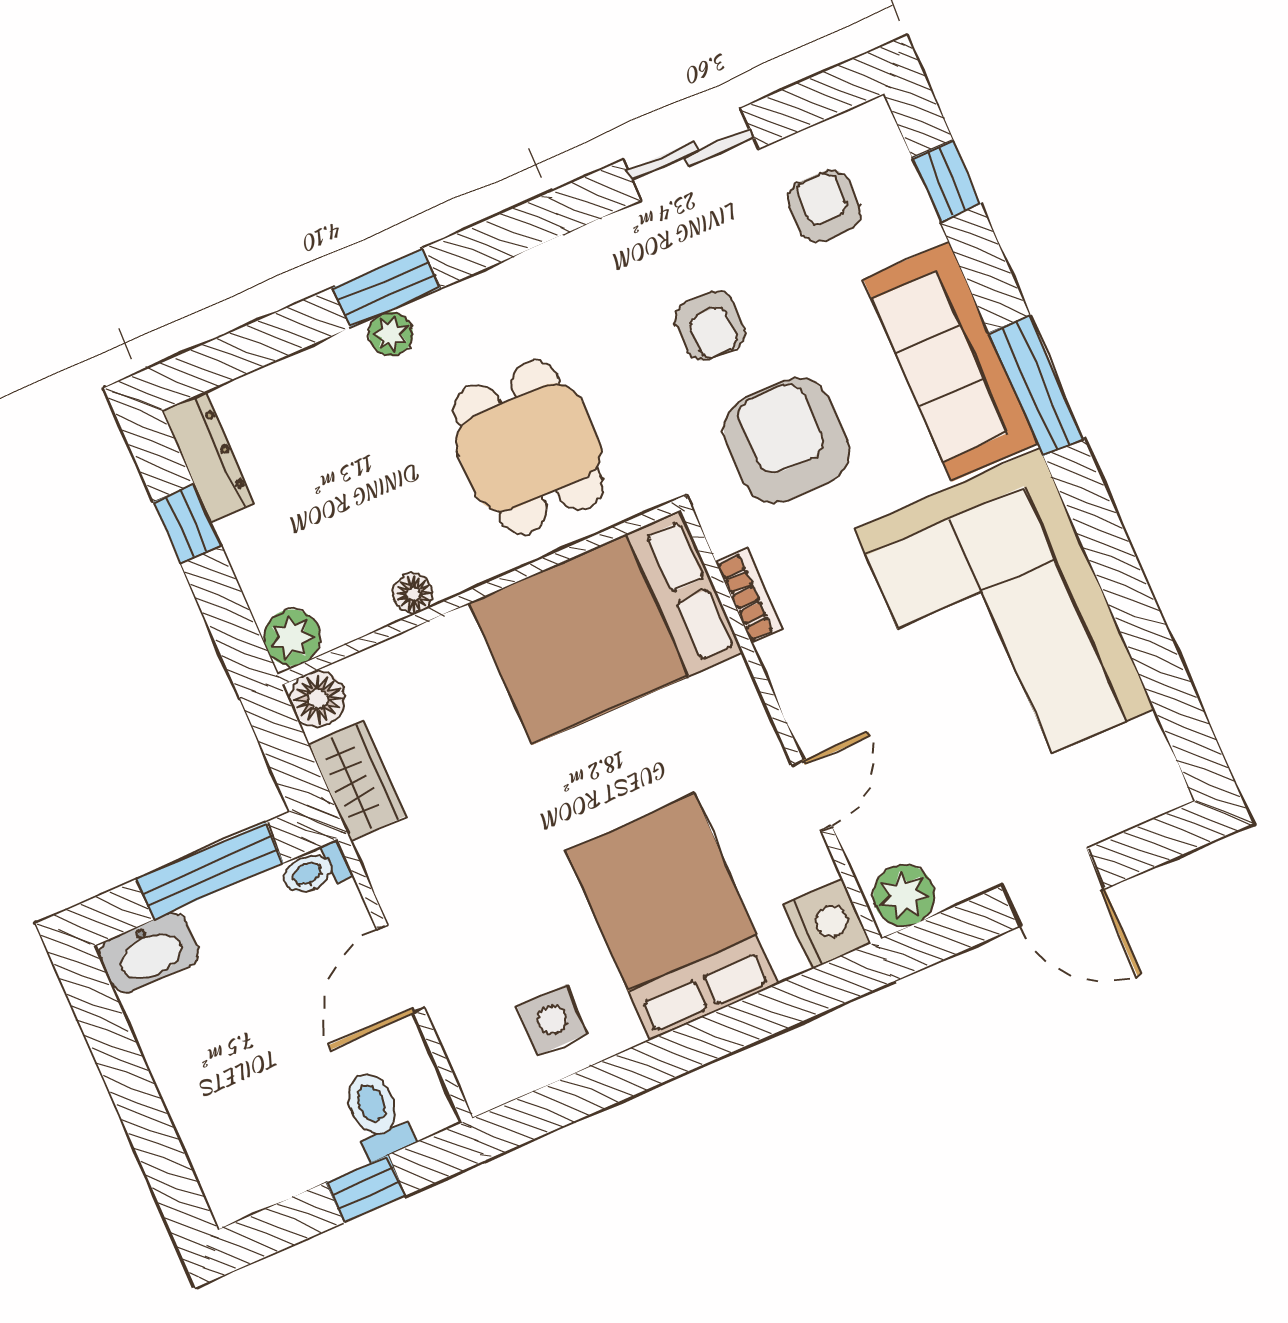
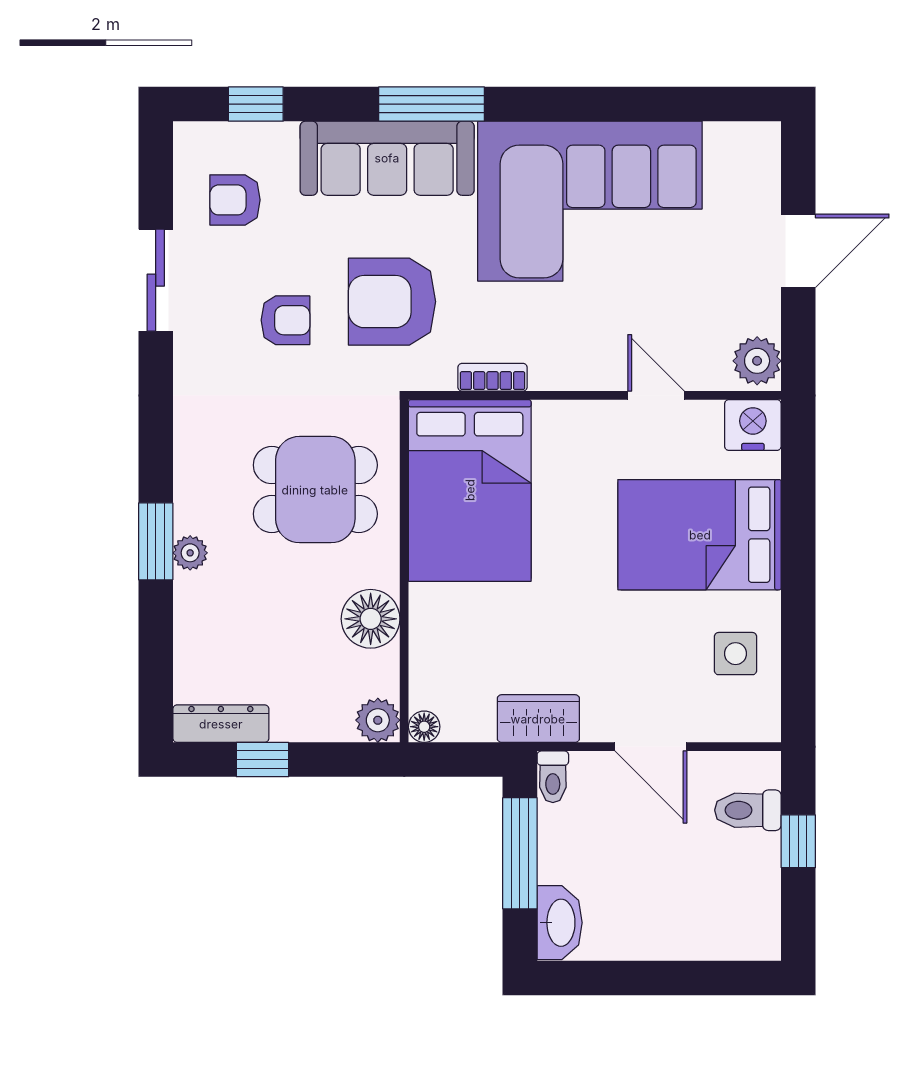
floor lamp: (413, 594) -> (371, 619), width x1.89, depth x1.89
floor lamp: (318, 699) -> (424, 727), width x0.73, depth x0.73
wardrobe: (357, 781) -> (538, 719), moved

